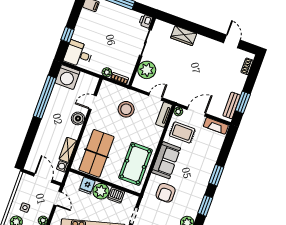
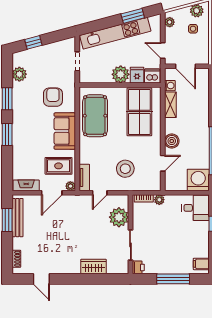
bench: (232, 105) -> (17, 218), width x1.36
dishwasher: (116, 195) -> (152, 76), moved

